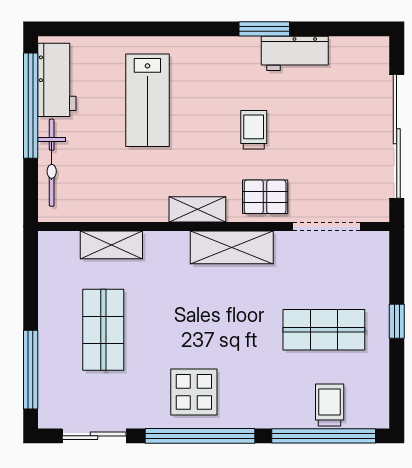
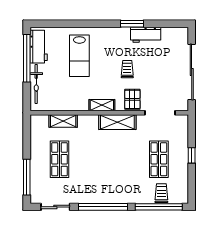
pallet: (265, 197) -> (132, 99), turned 90
shop shelf: (324, 330) -> (159, 159), turned 90
display table: (194, 392) -> (100, 187), removed

